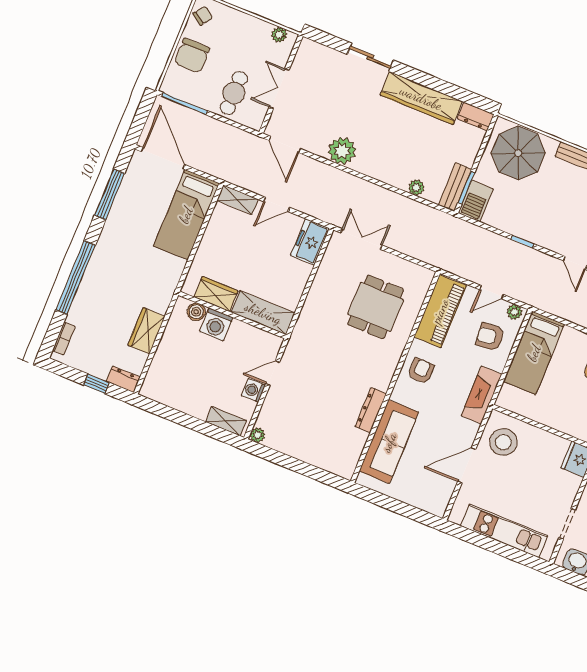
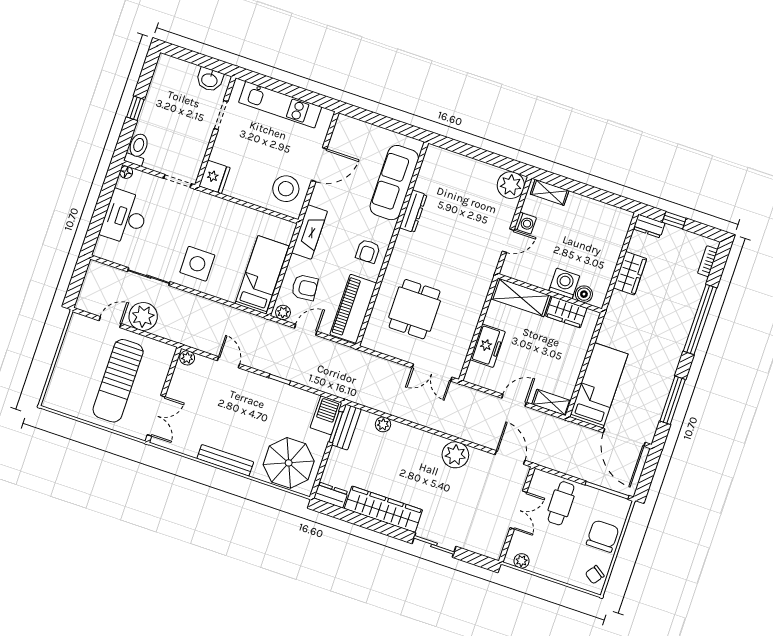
freezer: (310, 242) -> (488, 346), moved
plant: (258, 435) -> (511, 185), width x1.87, depth x1.87

